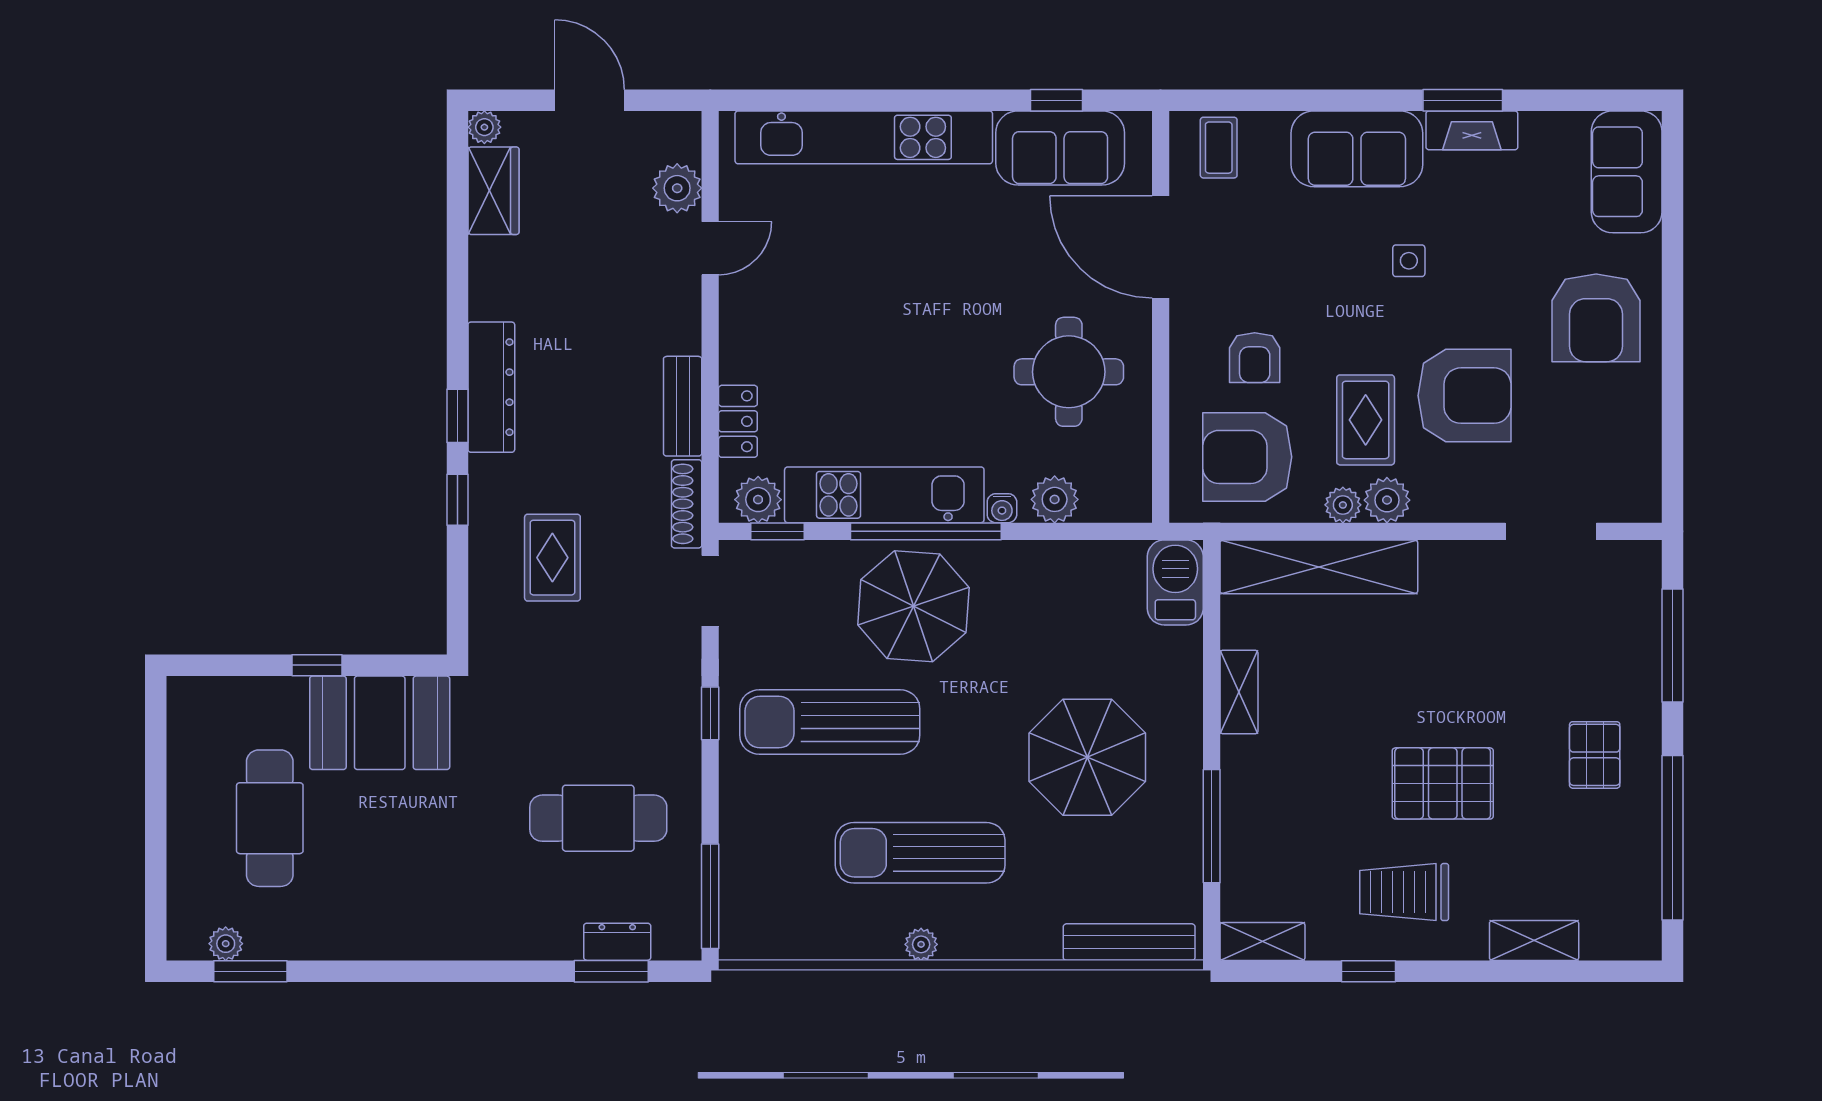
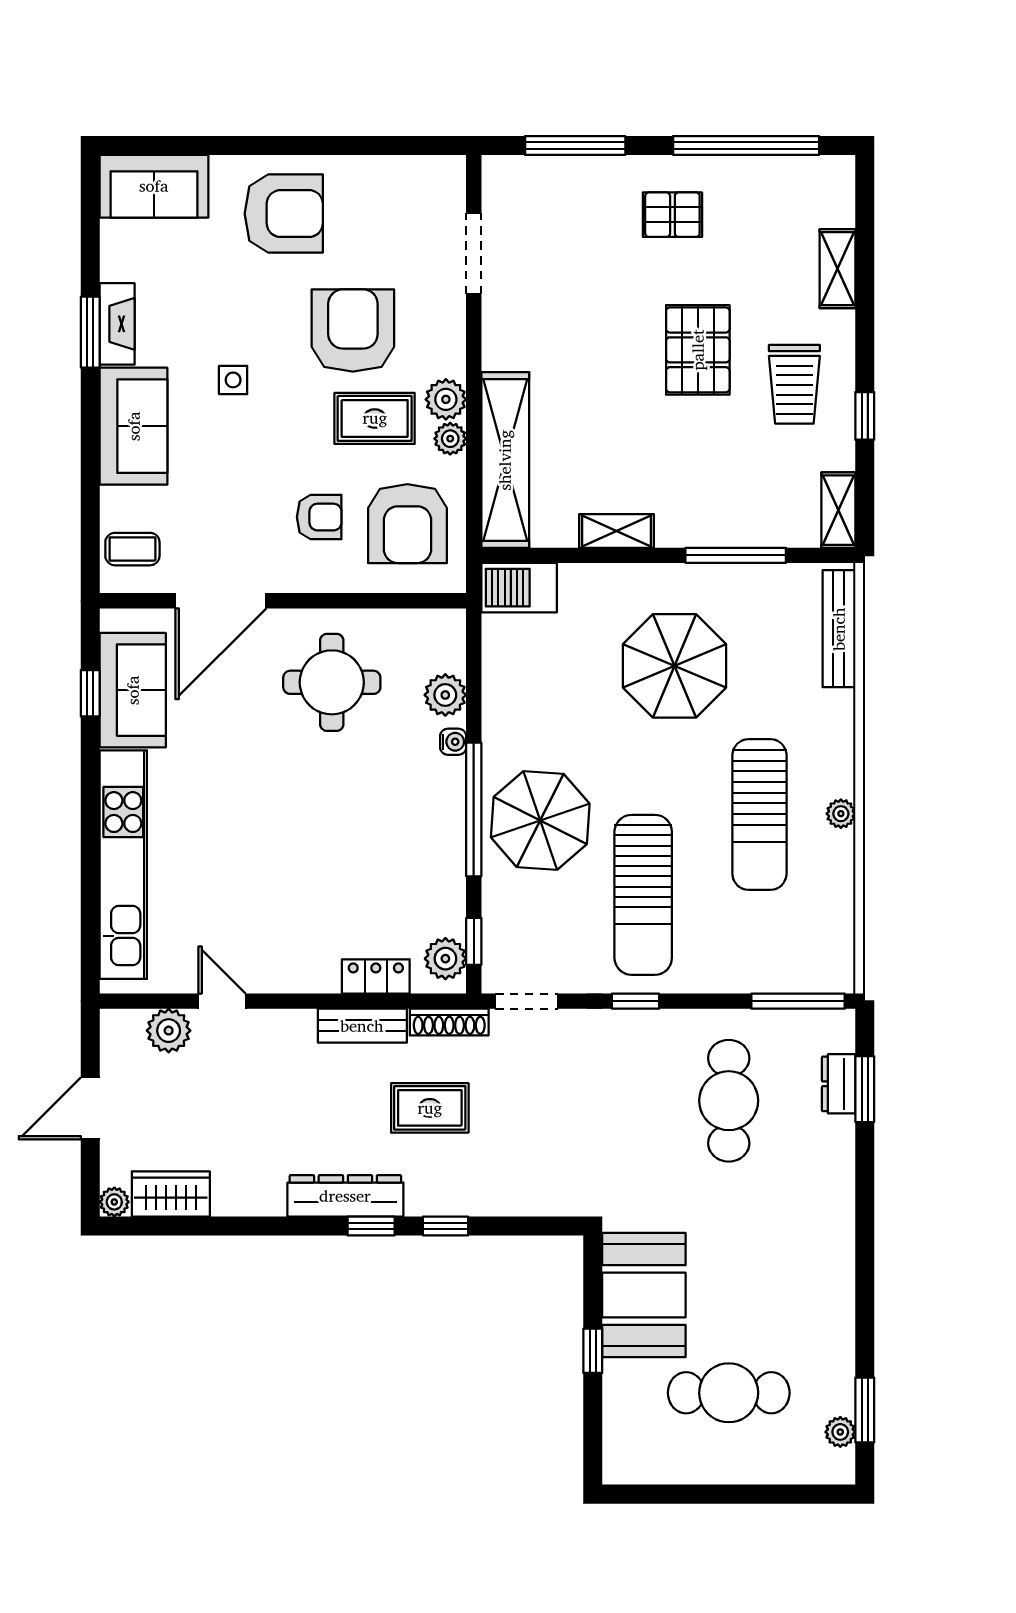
kitchen unit: (884, 495) -> (441, 846), removed
rug: (552, 558) -> (430, 1108), moved

